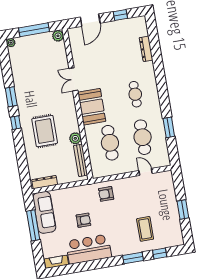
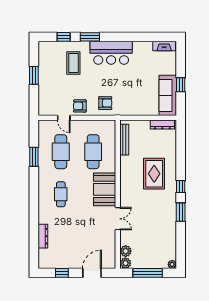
plant: (75, 138) -> (126, 251), moved
armchair: (83, 220) -> (80, 106), moved
window: (33, 225) -> (181, 85), width x0.46
bar counter: (89, 249) -> (111, 53), moved

